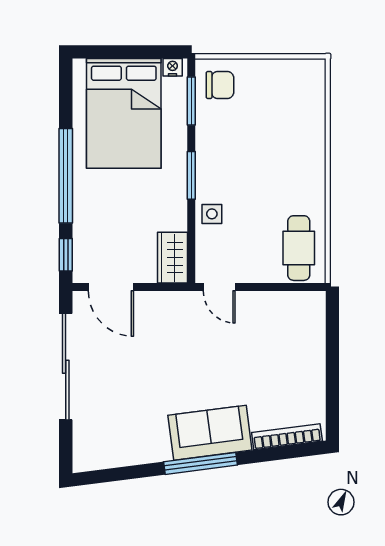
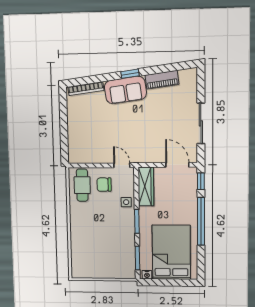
chair: (220, 85) -> (104, 185), moved
wardrobe: (172, 258) -> (146, 187), width x1.50
sliding door: (66, 367) -> (201, 123), width x0.73
piano: (140, 451) -> (162, 80), added
window: (200, 463) -> (130, 74), width x0.46

